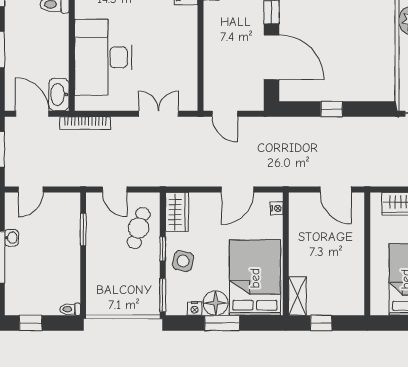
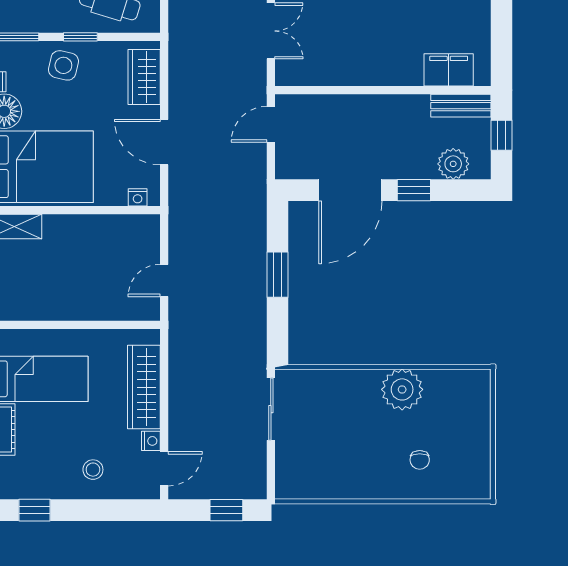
window: (332, 109) -> (277, 275), width x1.50
door: (336, 190) -> (164, 281), width x0.73
wardrobe: (177, 212) -> (144, 77), moved, turned 90

